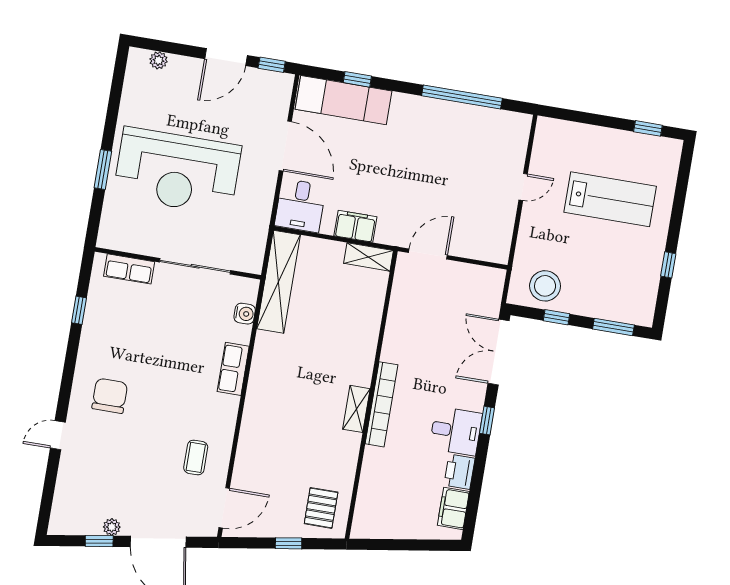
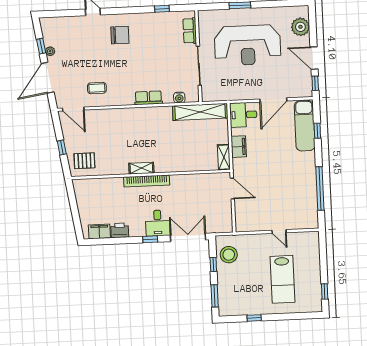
plant: (159, 60) -> (300, 27), width x1.88, depth x1.88
reception desk: (177, 171) -> (248, 45), turned -90
desk: (456, 431) -> (158, 223), moved

